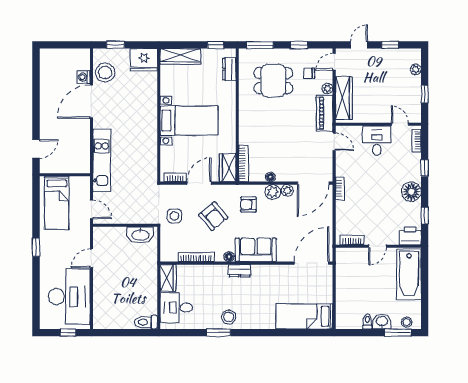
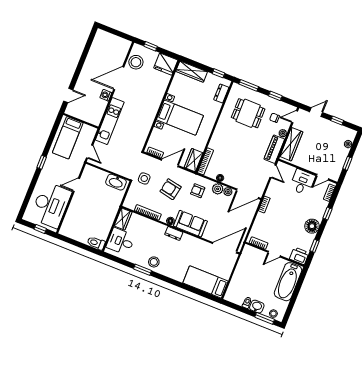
washing machine: (84, 77) -> (106, 95), moved
door: (400, 124) -> (322, 177), swing flipped
armchair: (213, 216) -> (171, 189), turned 141

